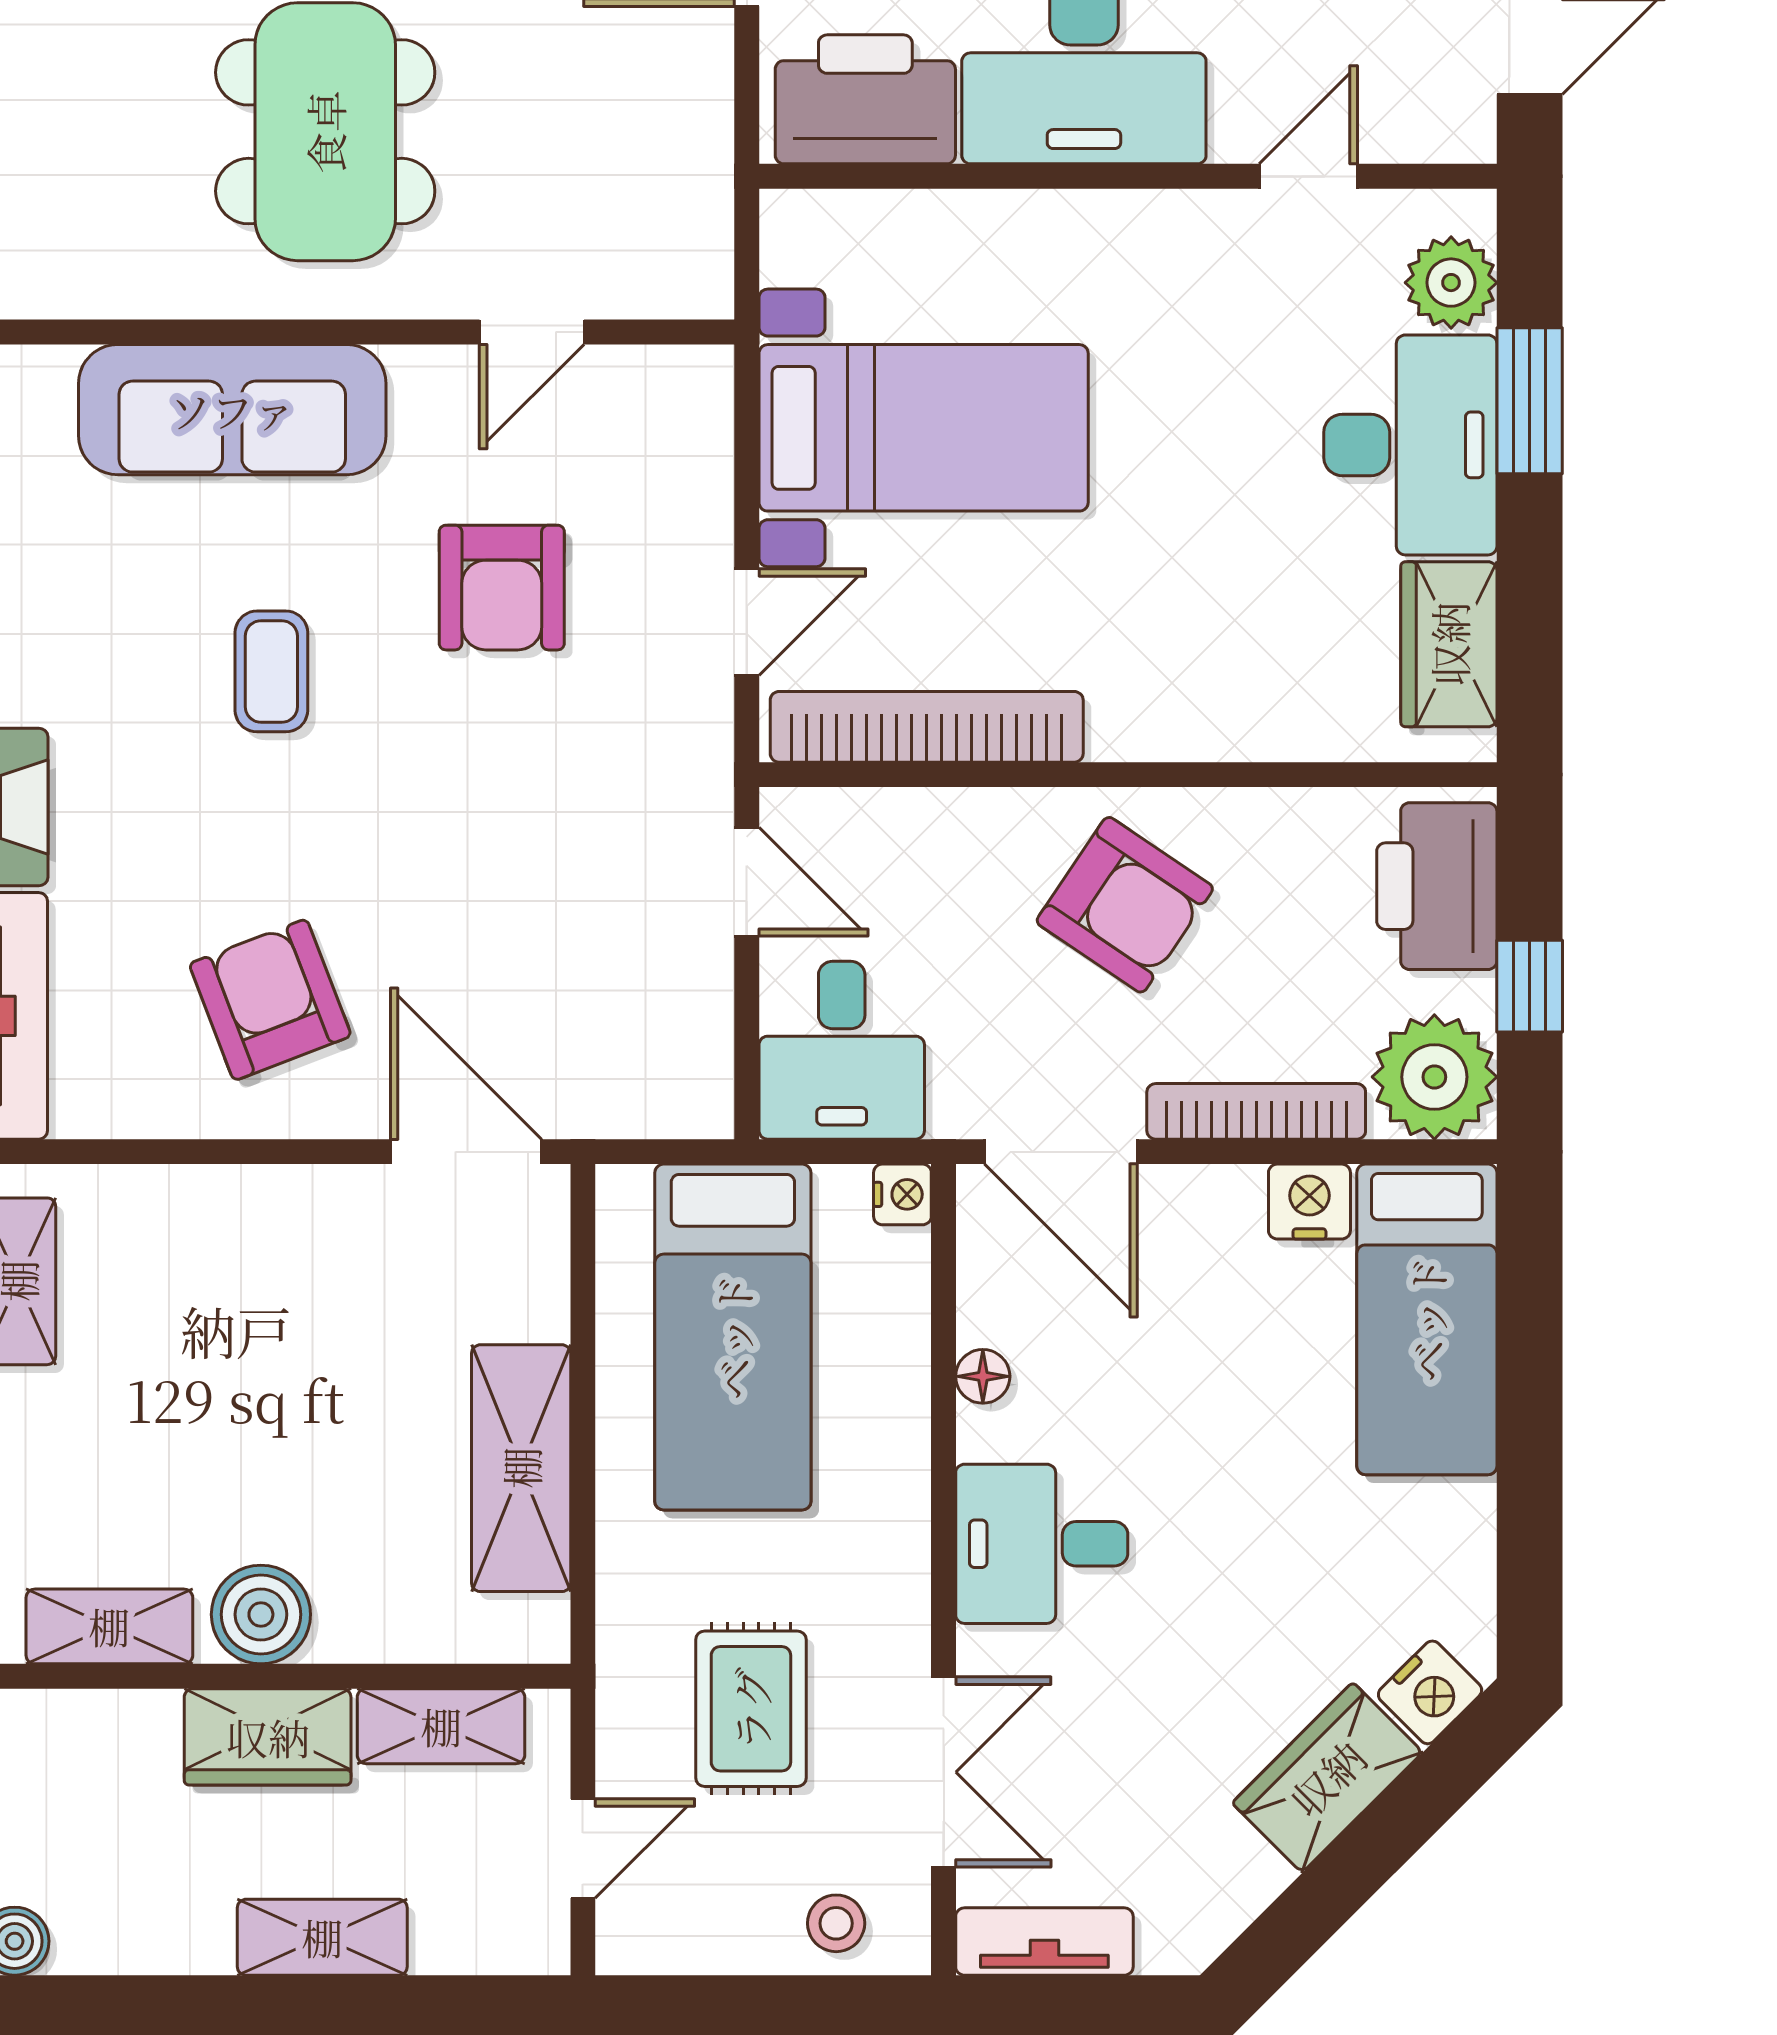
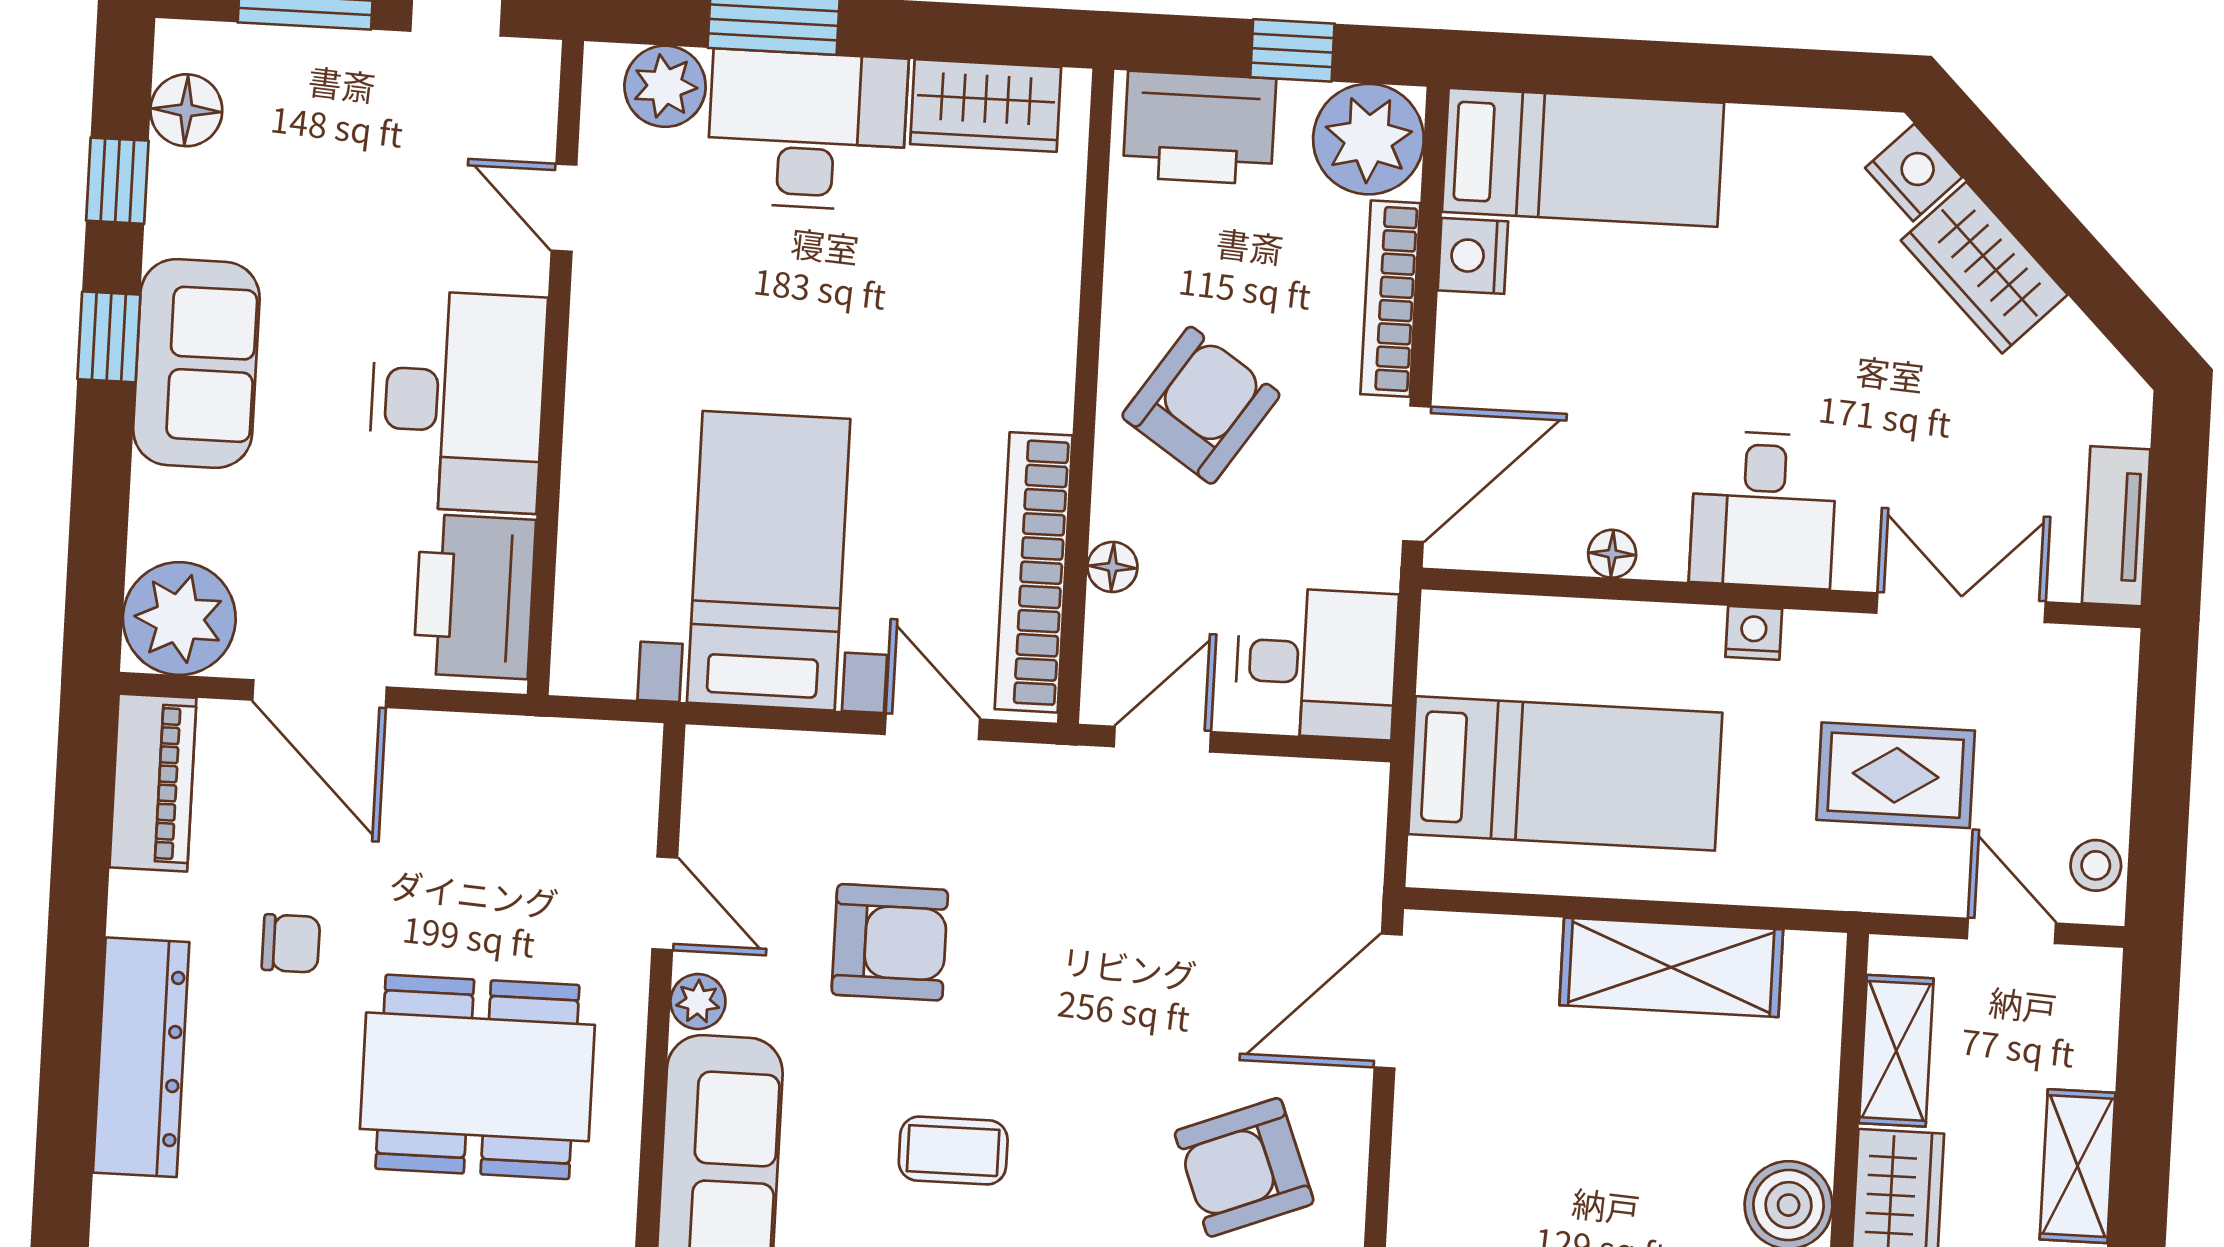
plant: (423, 375) -> (698, 1002), added
floor lamp: (937, 815) -> (1112, 567), added
nightstand: (902, 1194) -> (1754, 633), moved
stool: (836, 1923) -> (2096, 865), moved

